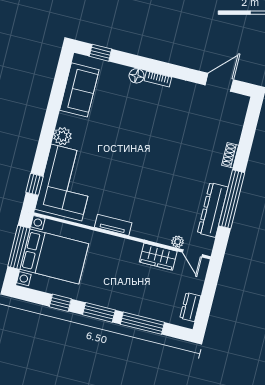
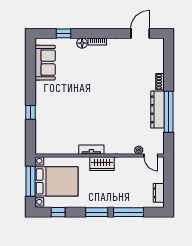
window: (100, 53) -> (64, 33), moved
plant: (62, 136) -> (41, 97), removed
corner sofa: (66, 183) -> (52, 128), removed
window: (35, 184) -> (31, 112), moved
dresser: (213, 210) -> (157, 109), moved
wardrobe: (158, 257) -> (102, 164), moved
window: (60, 303) -> (58, 212), moved

